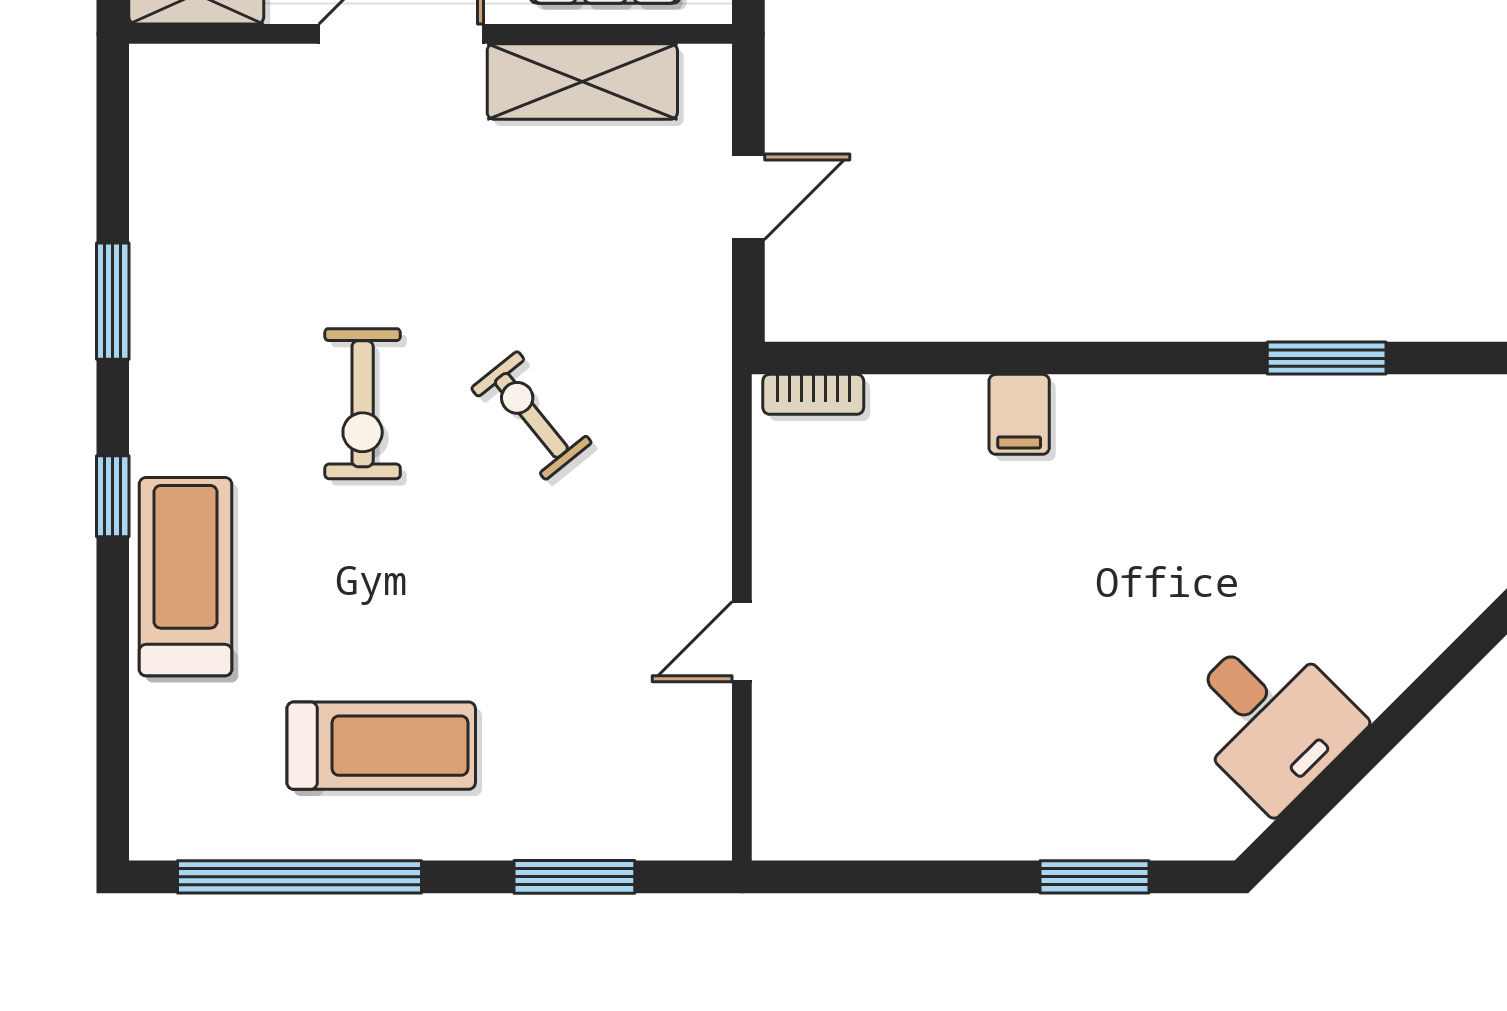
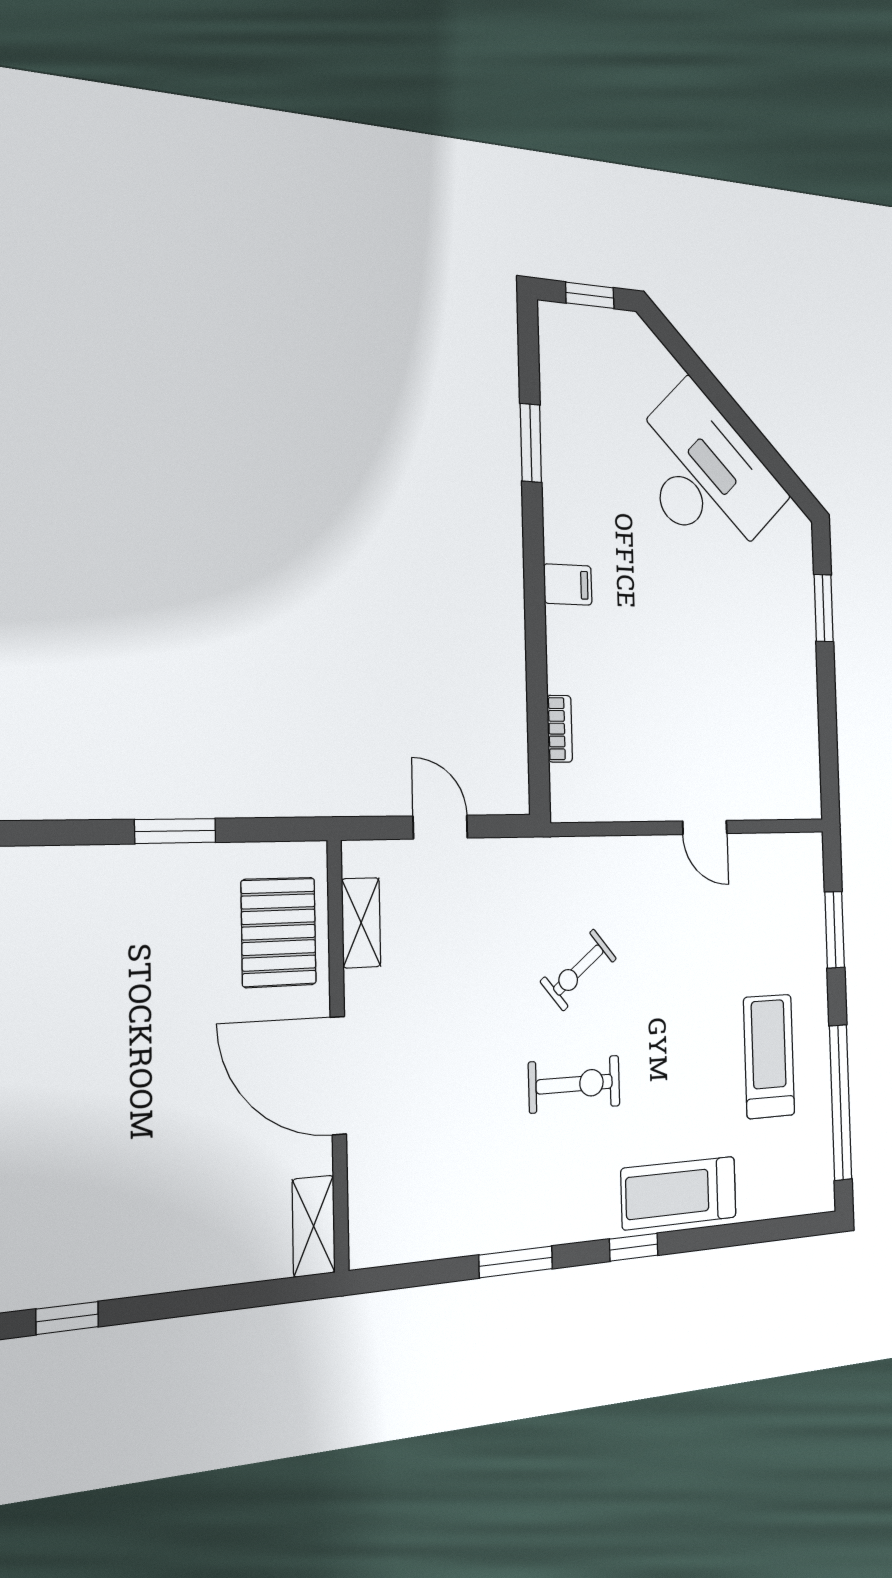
shelving: (582, 81) -> (361, 923), width x0.67, depth x0.75
bookcase: (813, 394) -> (560, 729), moved
filing cabinet: (1019, 414) -> (568, 585), moved
desk: (1270, 719) -> (704, 476), width x1.87, depth x1.30

